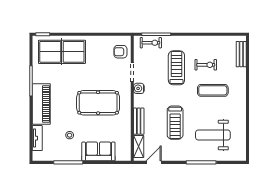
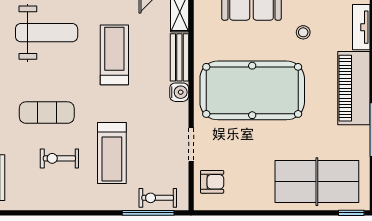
water cooler: (139, 88) -> (179, 92), moved
pool table: (98, 103) -> (252, 90), width x1.36, depth x1.32

